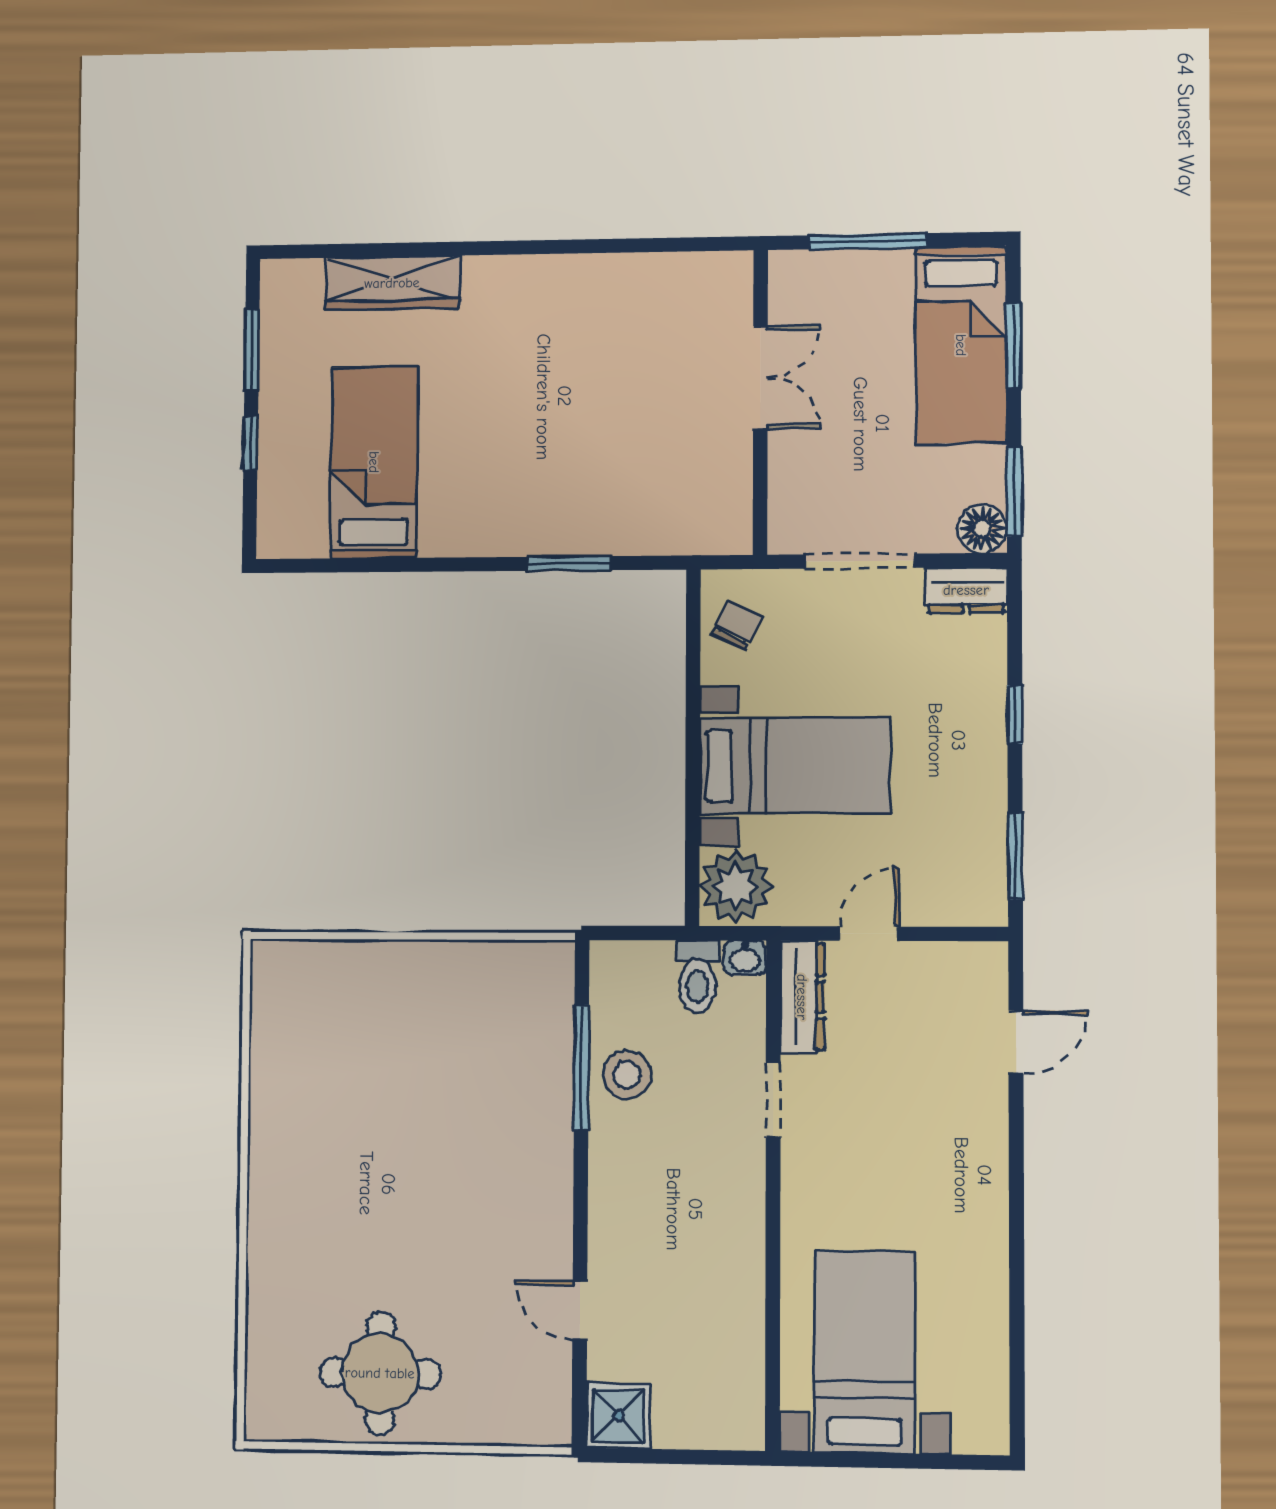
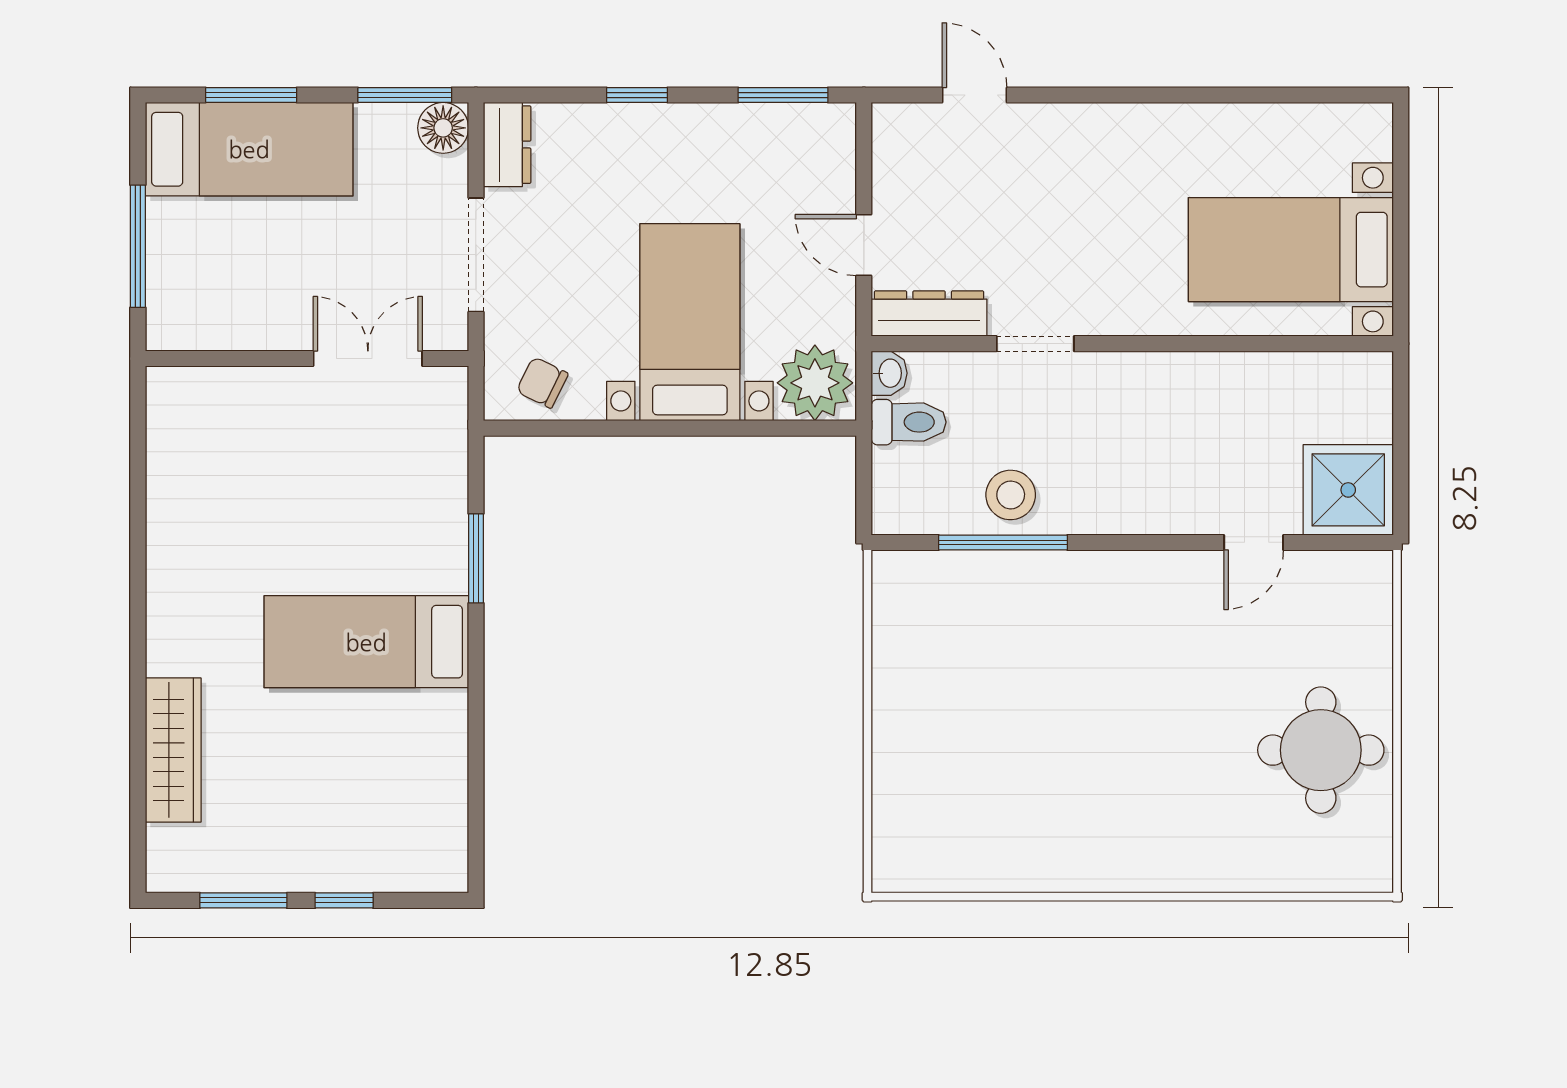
double door: (760, 377) -> (368, 359), moved
bed: (374, 462) -> (366, 642), moved
shower: (618, 1416) -> (1348, 490), width x1.36, depth x1.36

